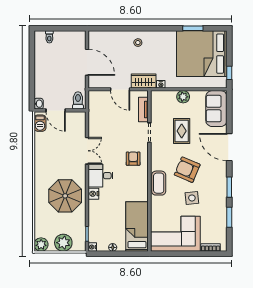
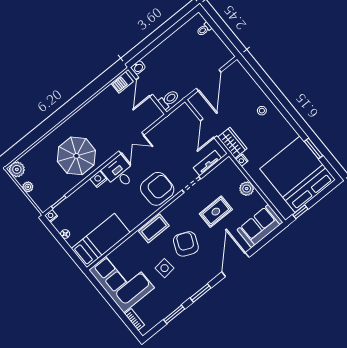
armchair: (133, 159) -> (157, 189), width x1.88, depth x1.88
plant: (63, 243) -> (28, 187), width x0.53, depth x0.53

